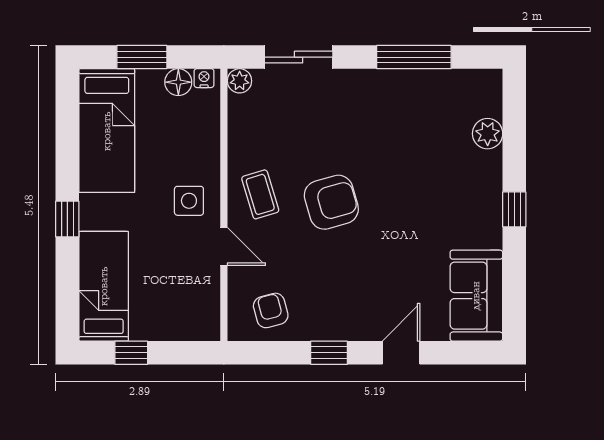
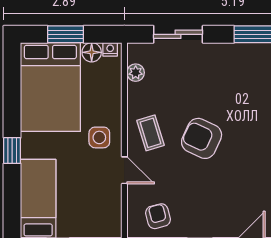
plant: (240, 81) -> (136, 73), moved
bed: (107, 131) -> (50, 87), width x1.50
armchair: (331, 202) -> (202, 138), turned -139

